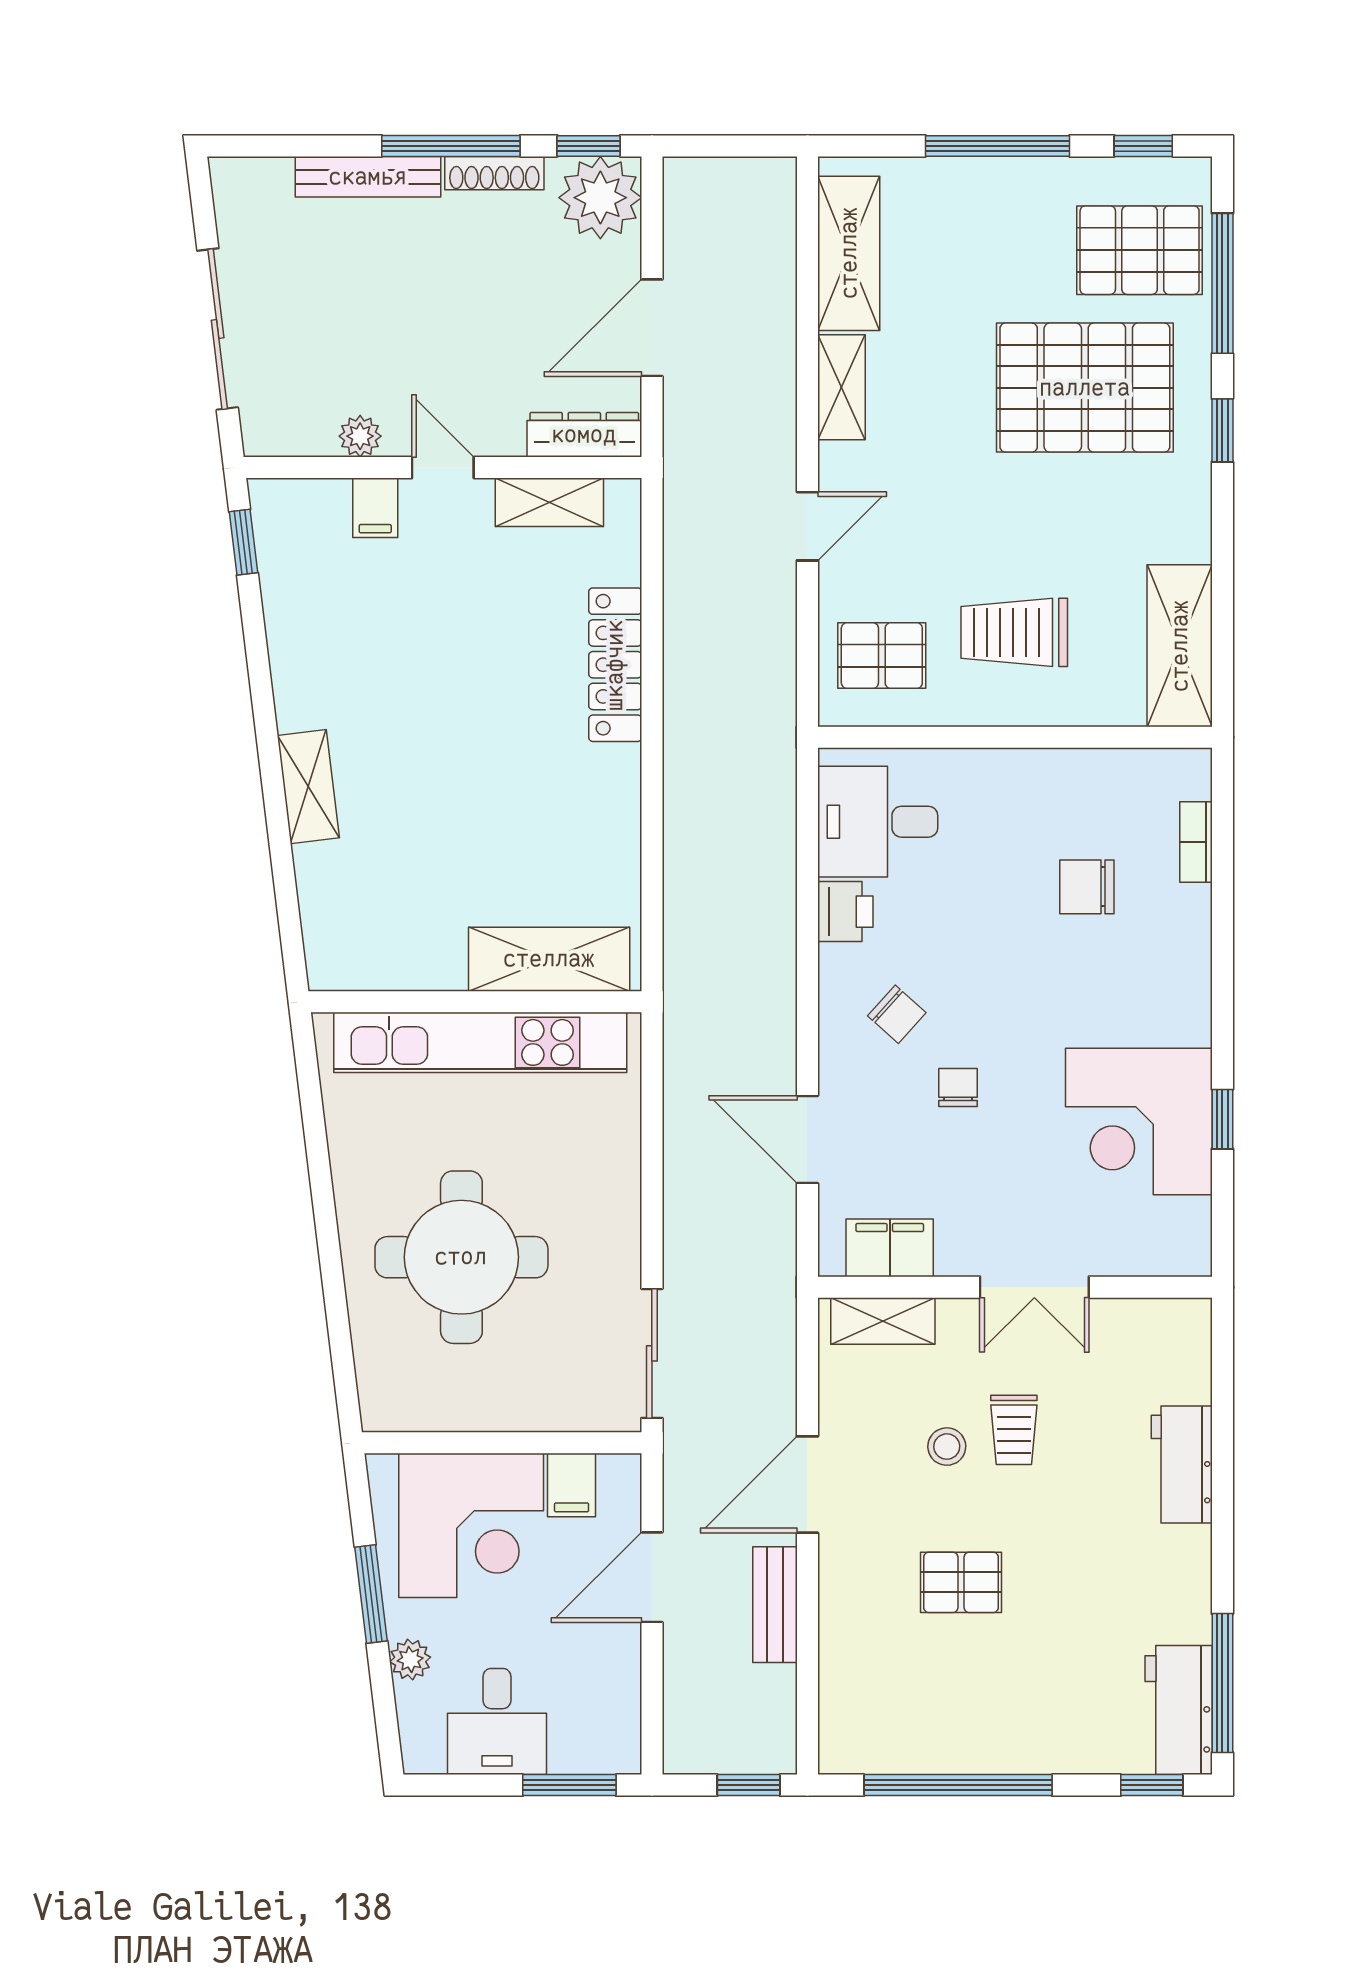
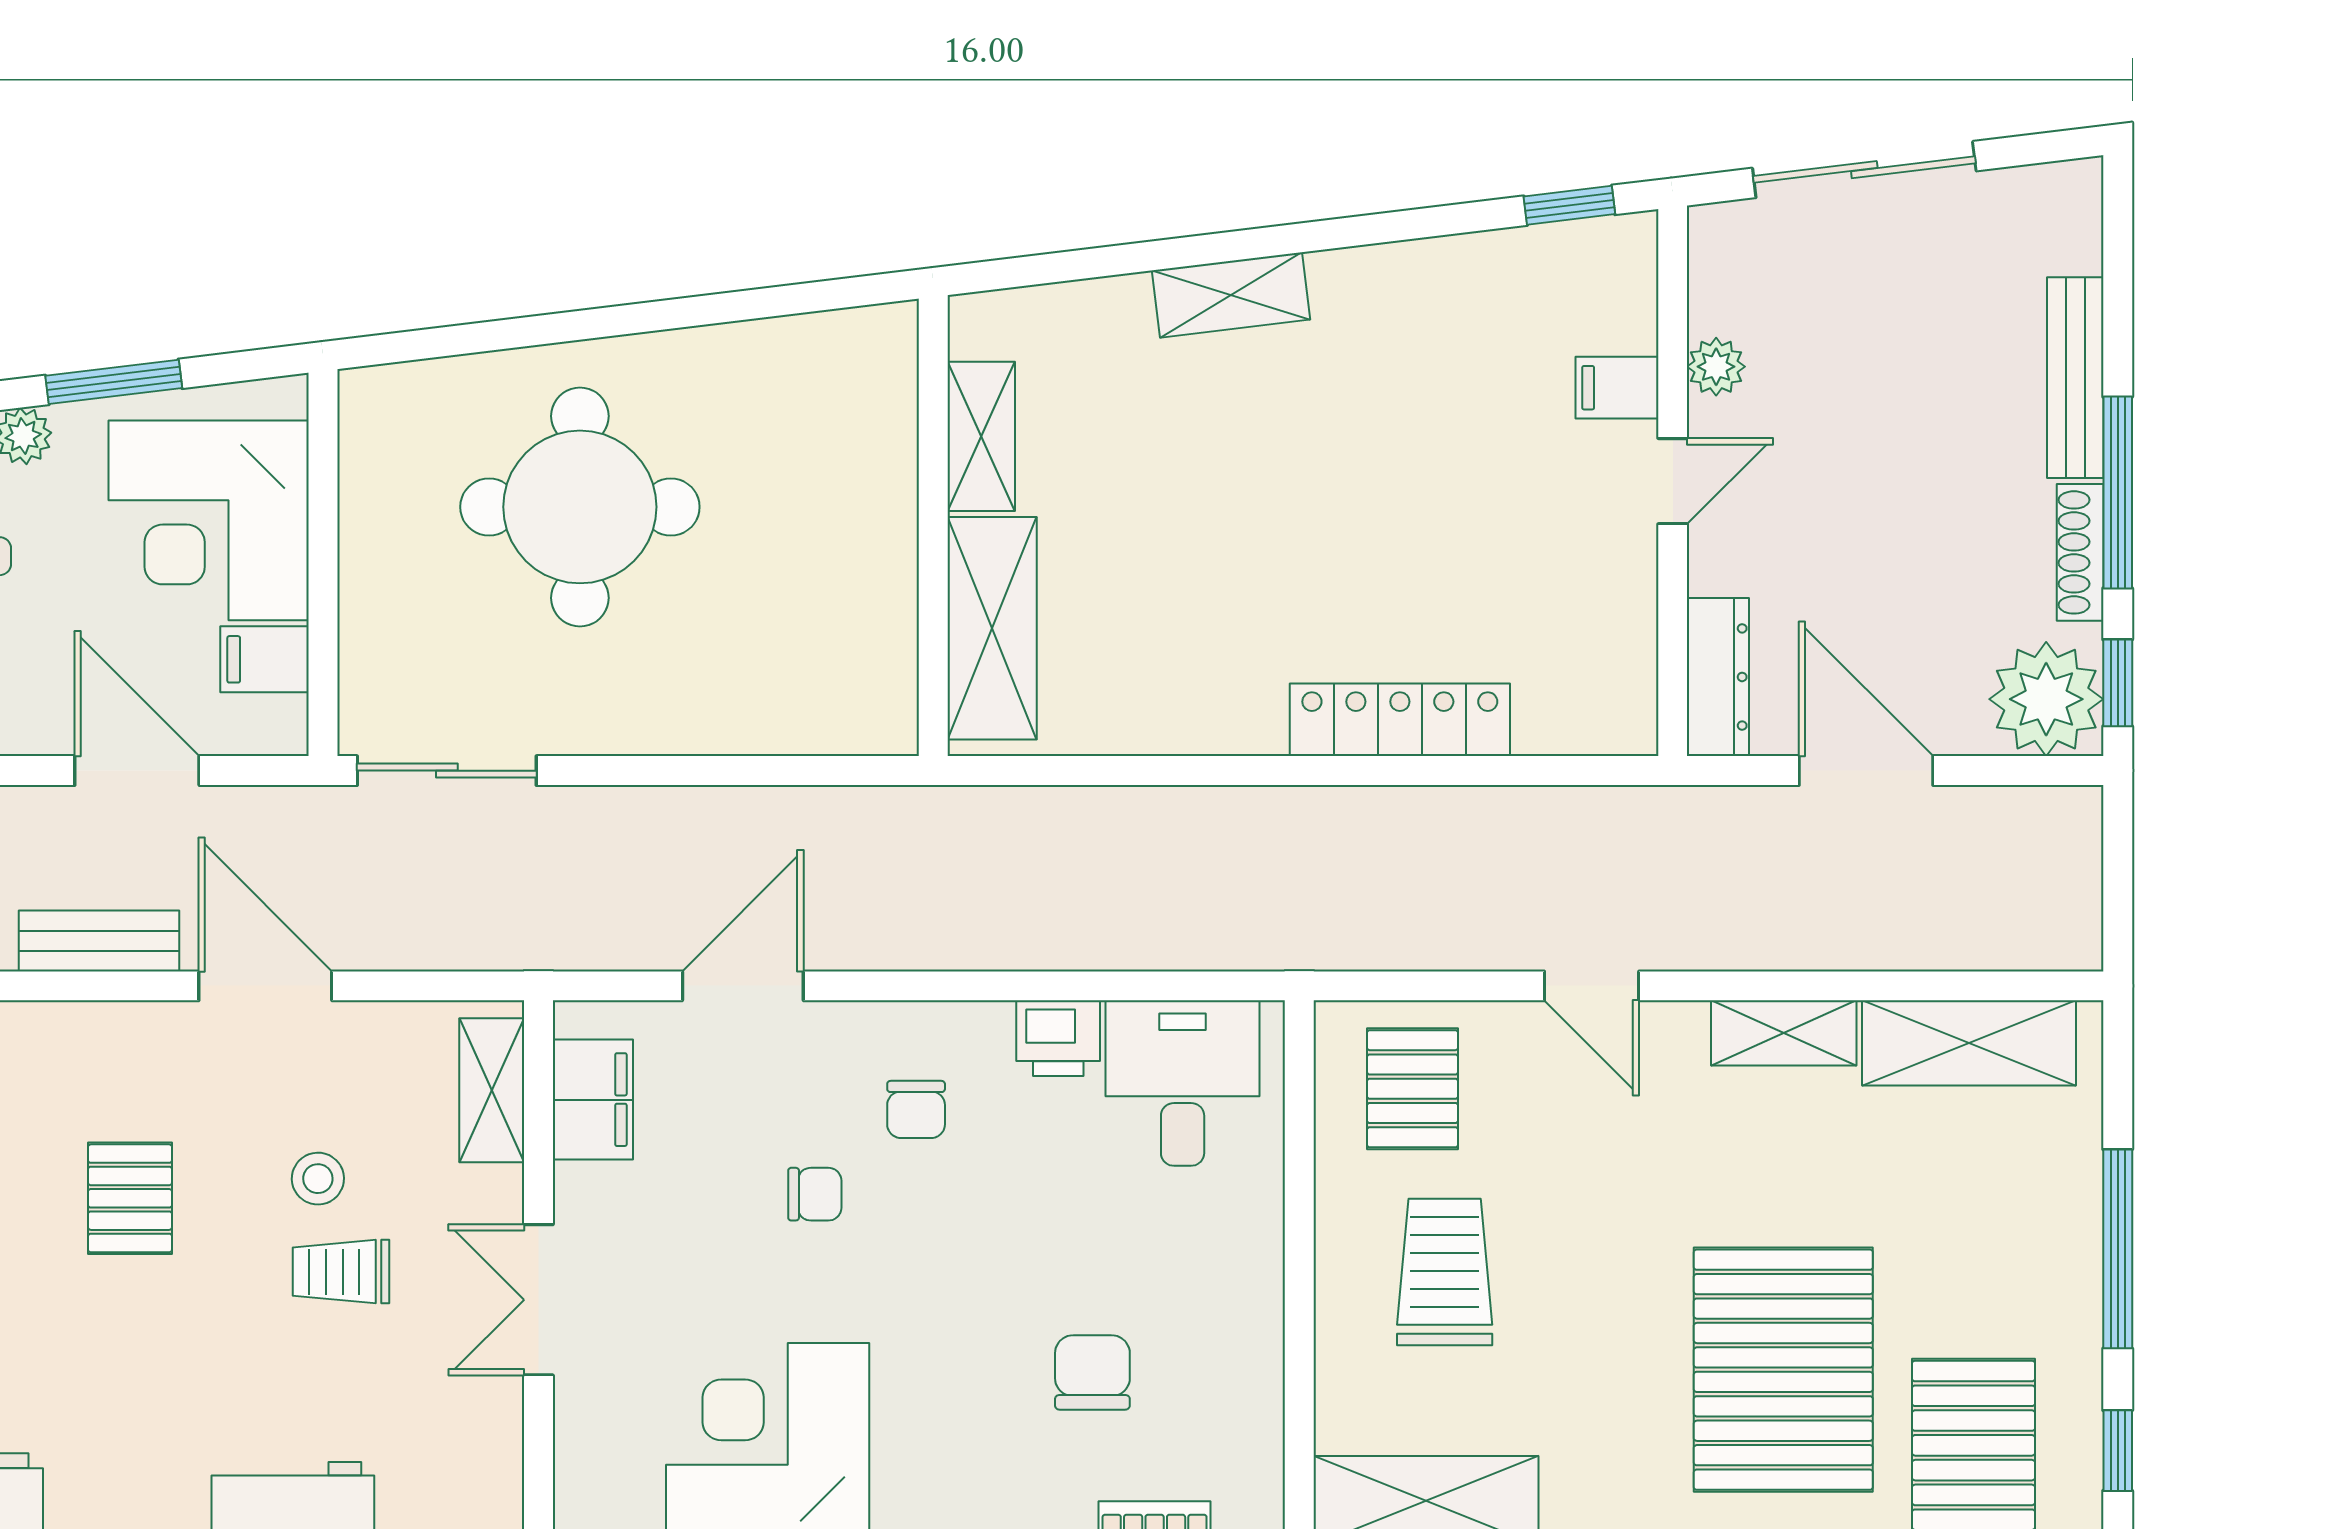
shelving: (549, 502) -> (981, 436), moved
chair: (897, 1014) -> (916, 1109), turned -42
kitchen unit: (480, 1042) -> (877, 533), removed

